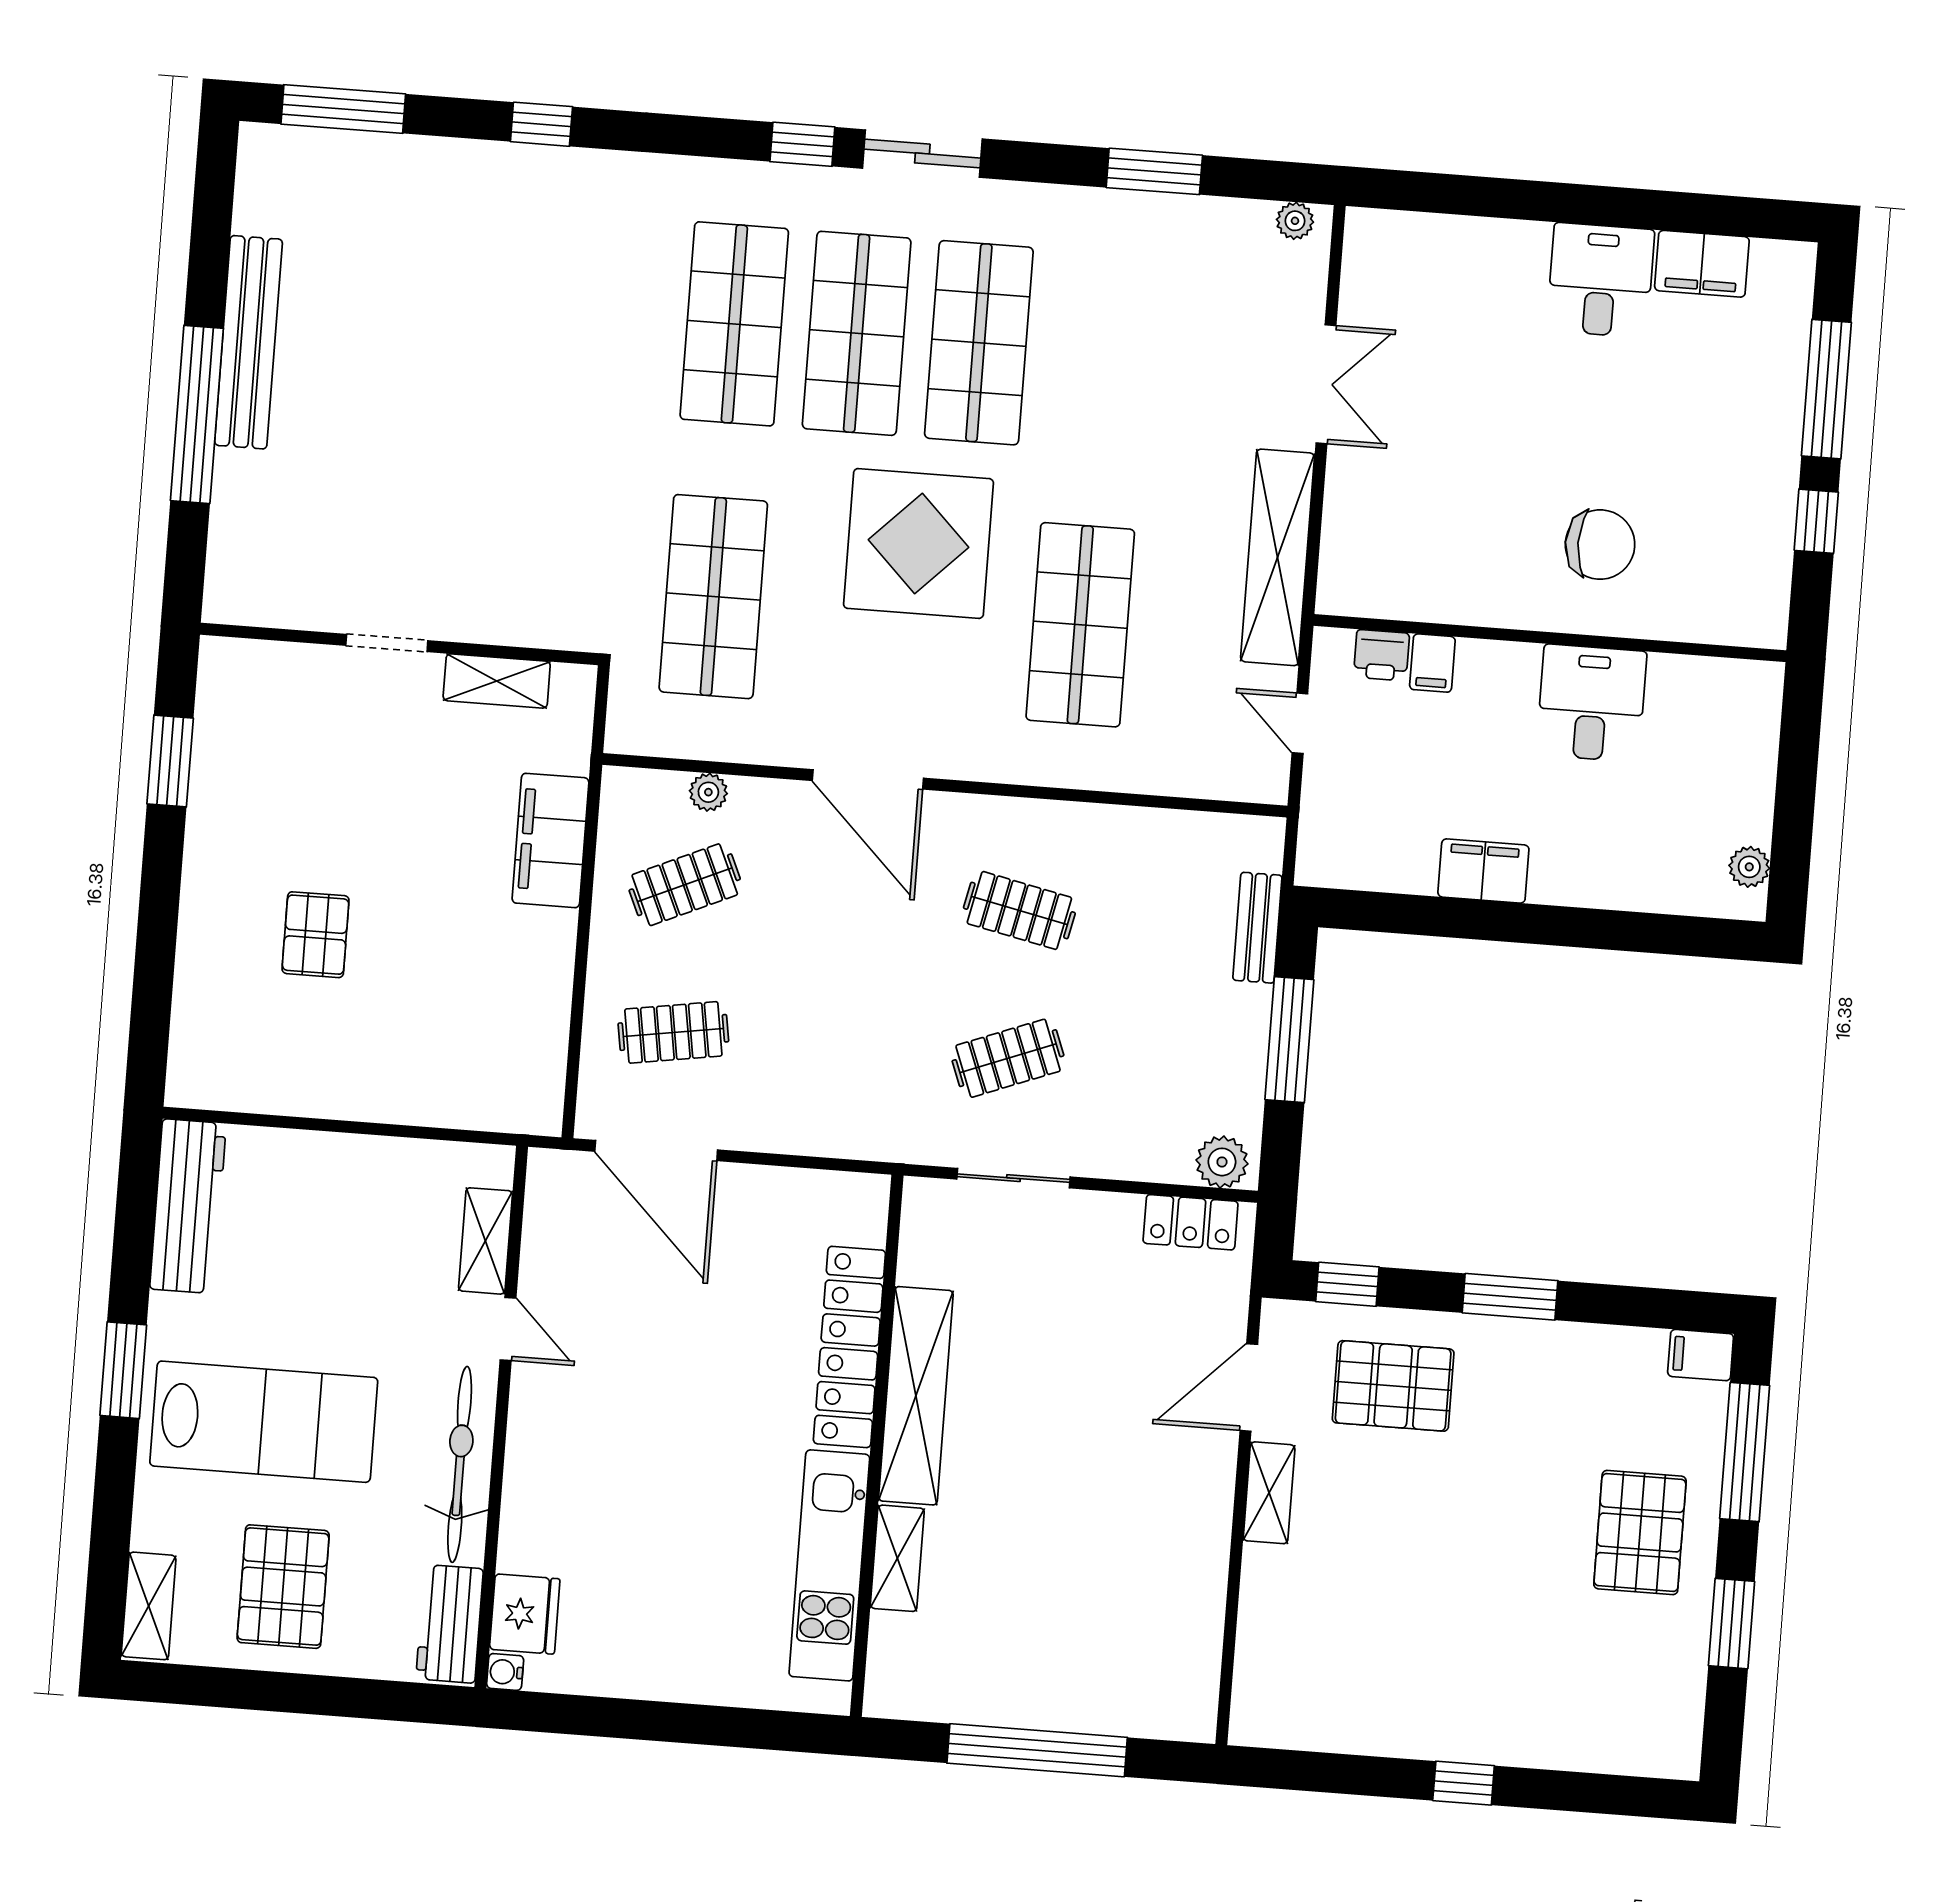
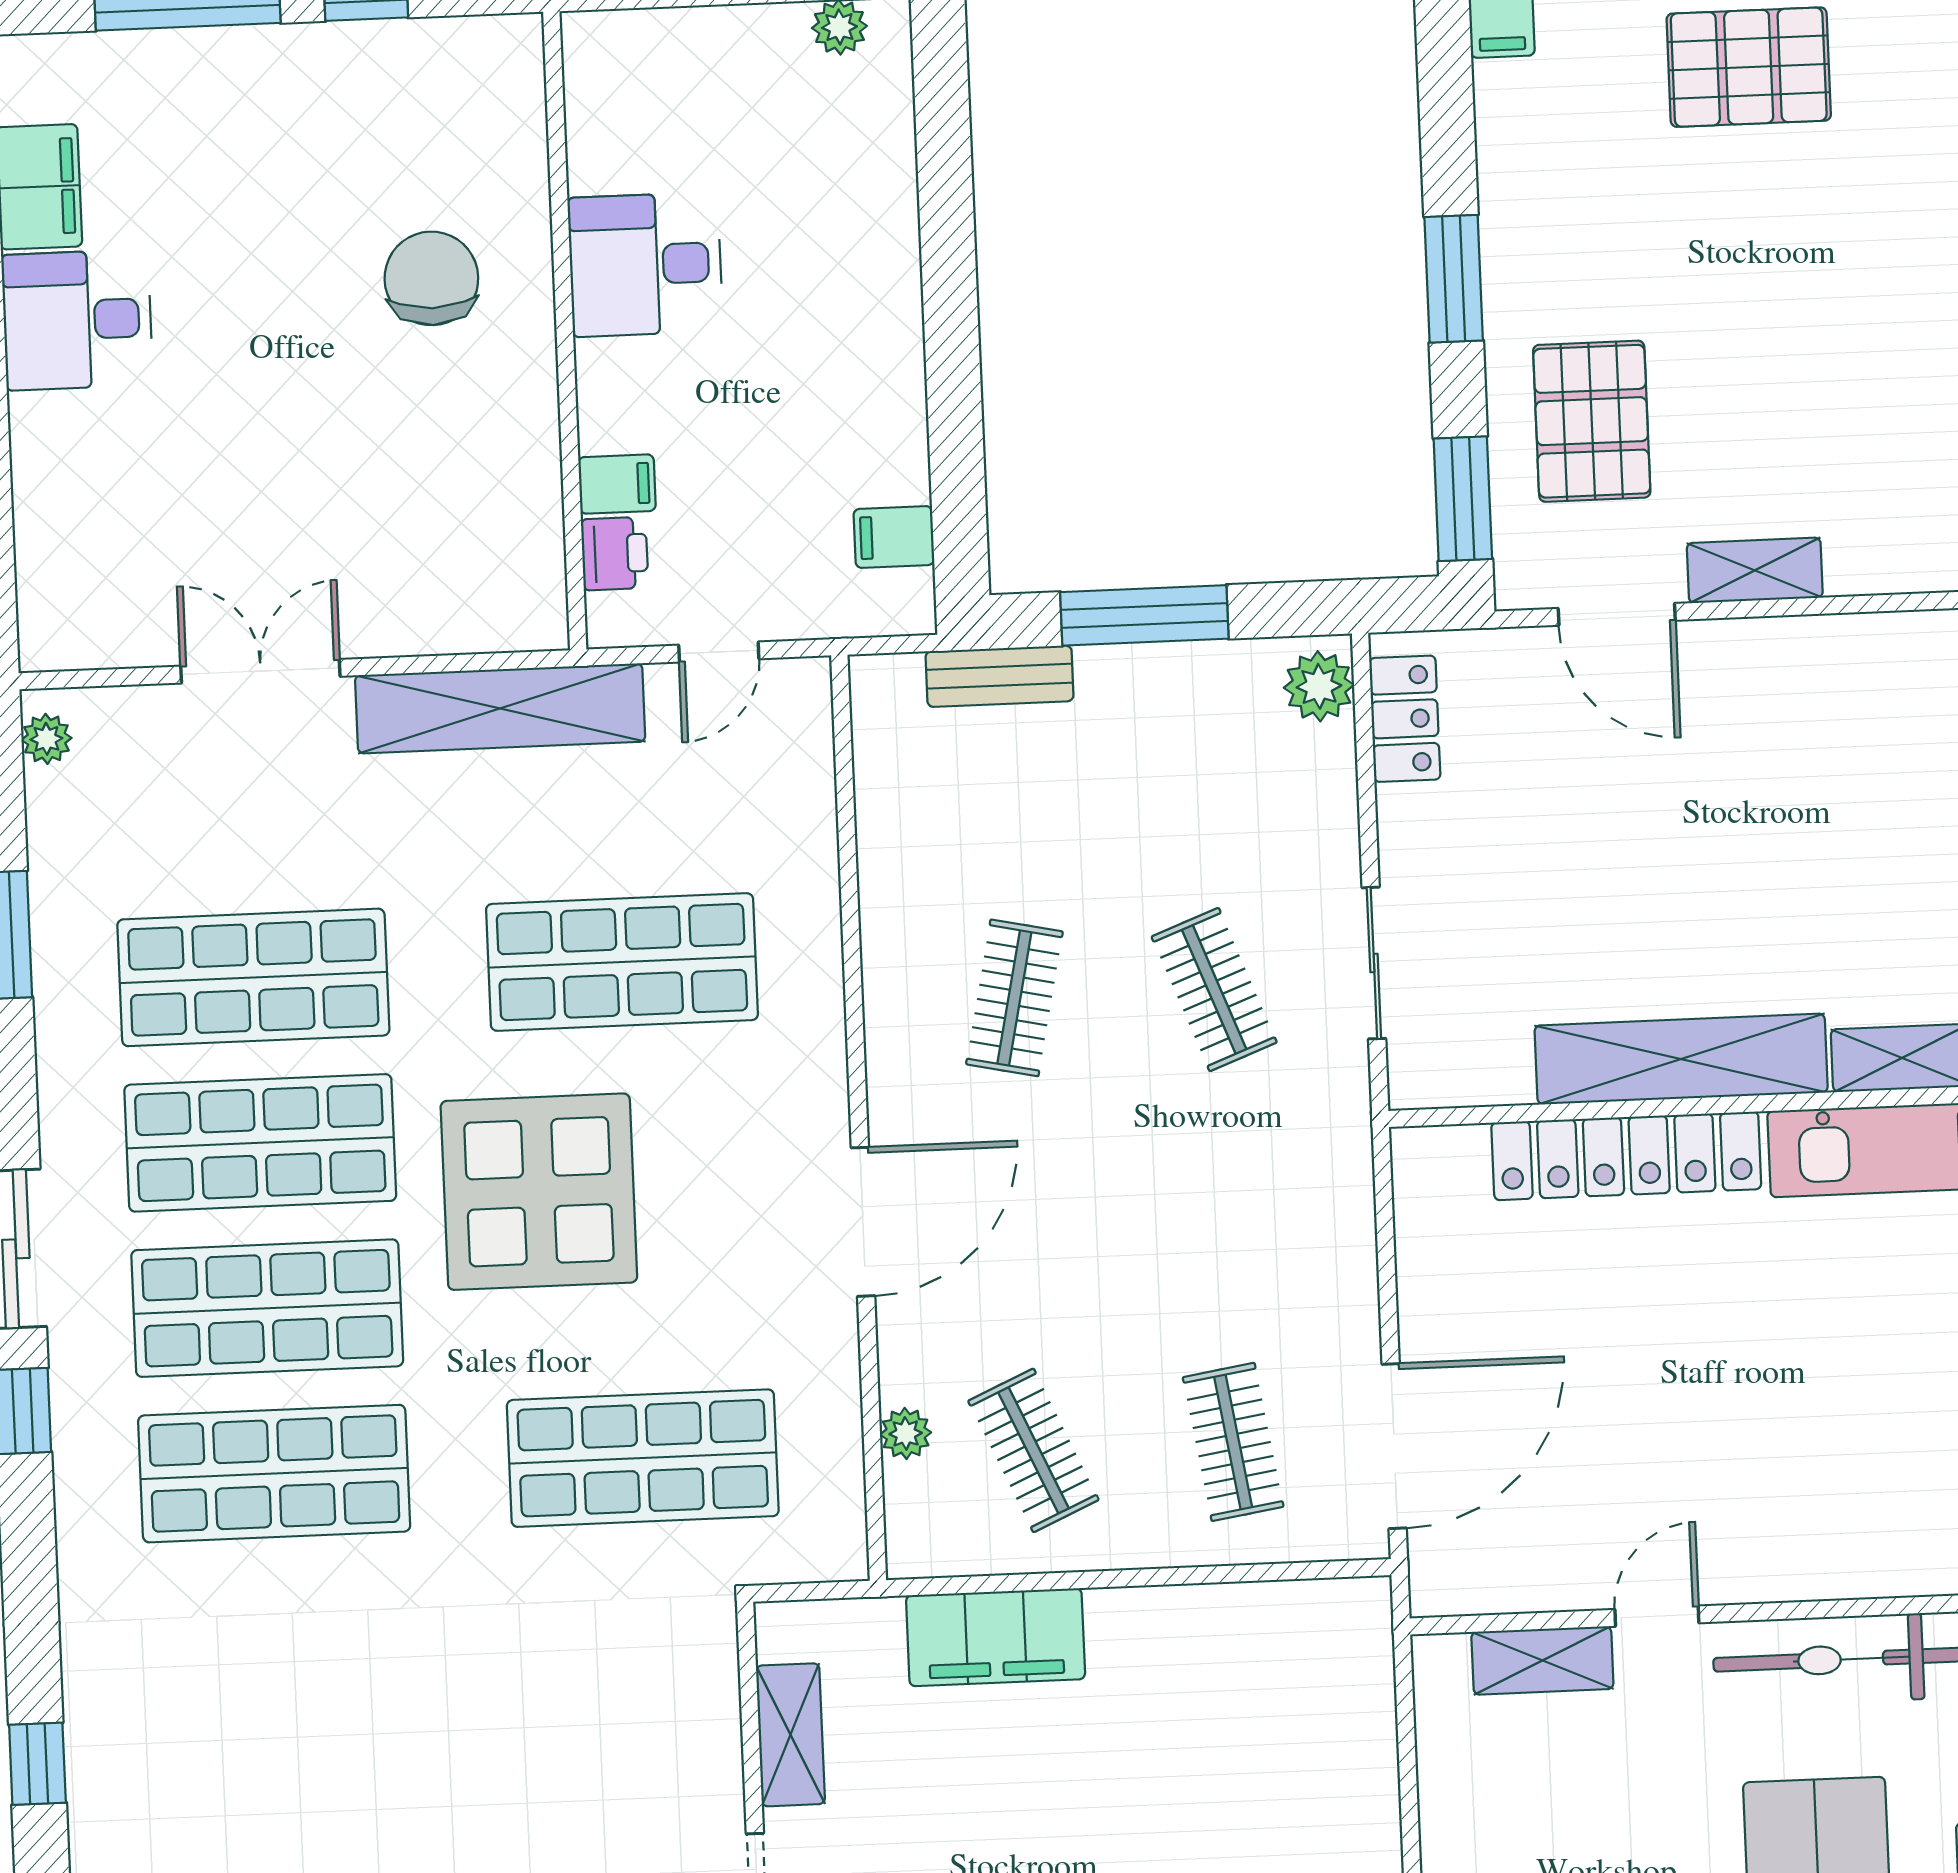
shop shelf: (1101, 352) -> (253, 977), added
filing cabinet: (1483, 871) -> (894, 537), moved, width x0.50
window: (1347, 1284) -> (1463, 499), width x1.50

